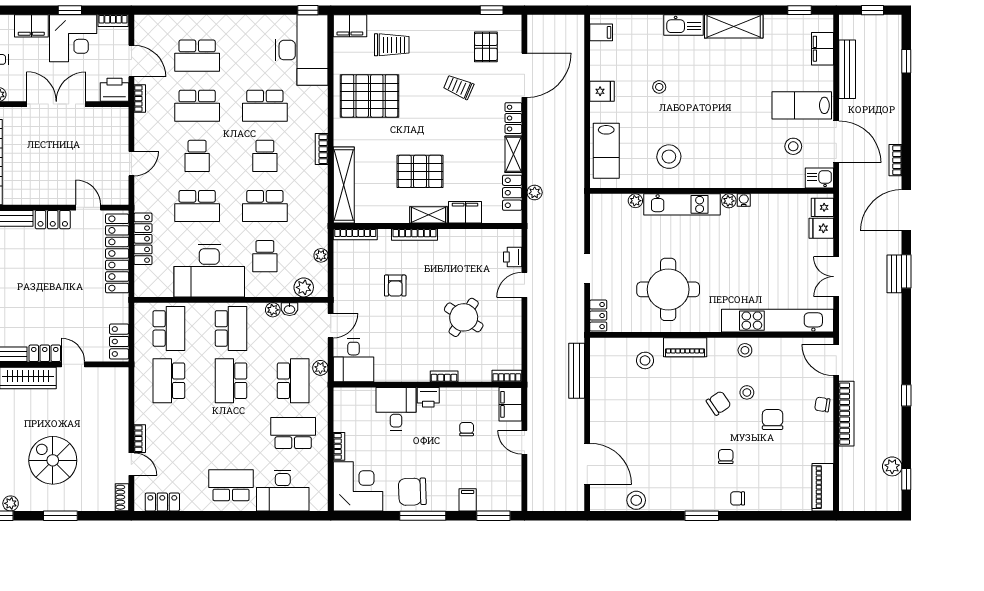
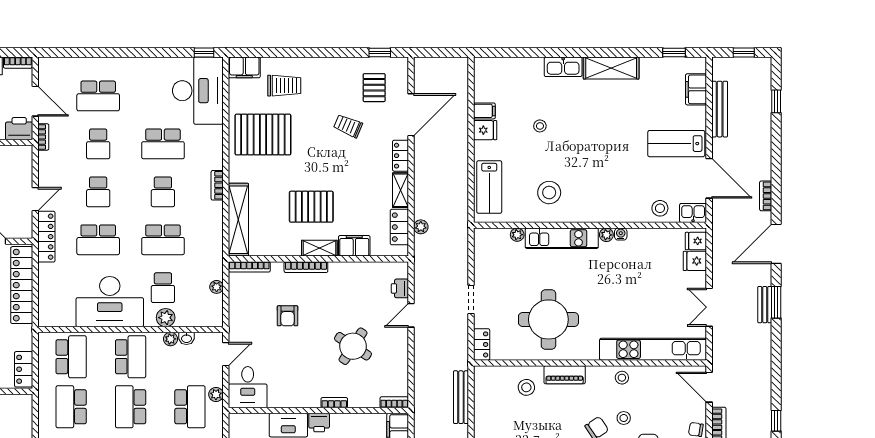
filing cabinet: (601, 32) -> (484, 111), moved
school desk: (197, 106) -> (98, 144), width x0.54
stool: (793, 146) -> (660, 208), moved
locker: (143, 239) -> (46, 237), moved
plant: (304, 287) -> (166, 318), moved

